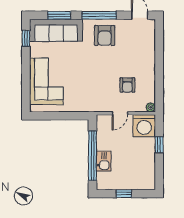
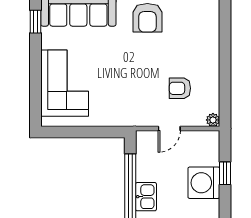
armchair: (127, 85) -> (180, 88), turned 90
washing machine: (144, 126) -> (204, 183), moved, turned 90

